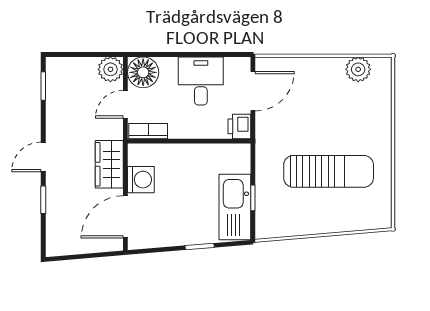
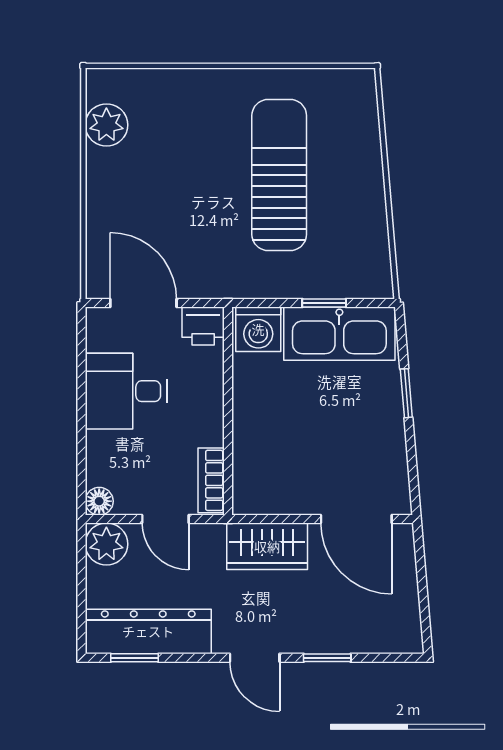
floor lamp: (143, 72) -> (99, 501), width x0.53, depth x0.53
dresser: (59, 94) -> (148, 631), added
washing machine: (141, 180) -> (258, 329), moved, turned 180

